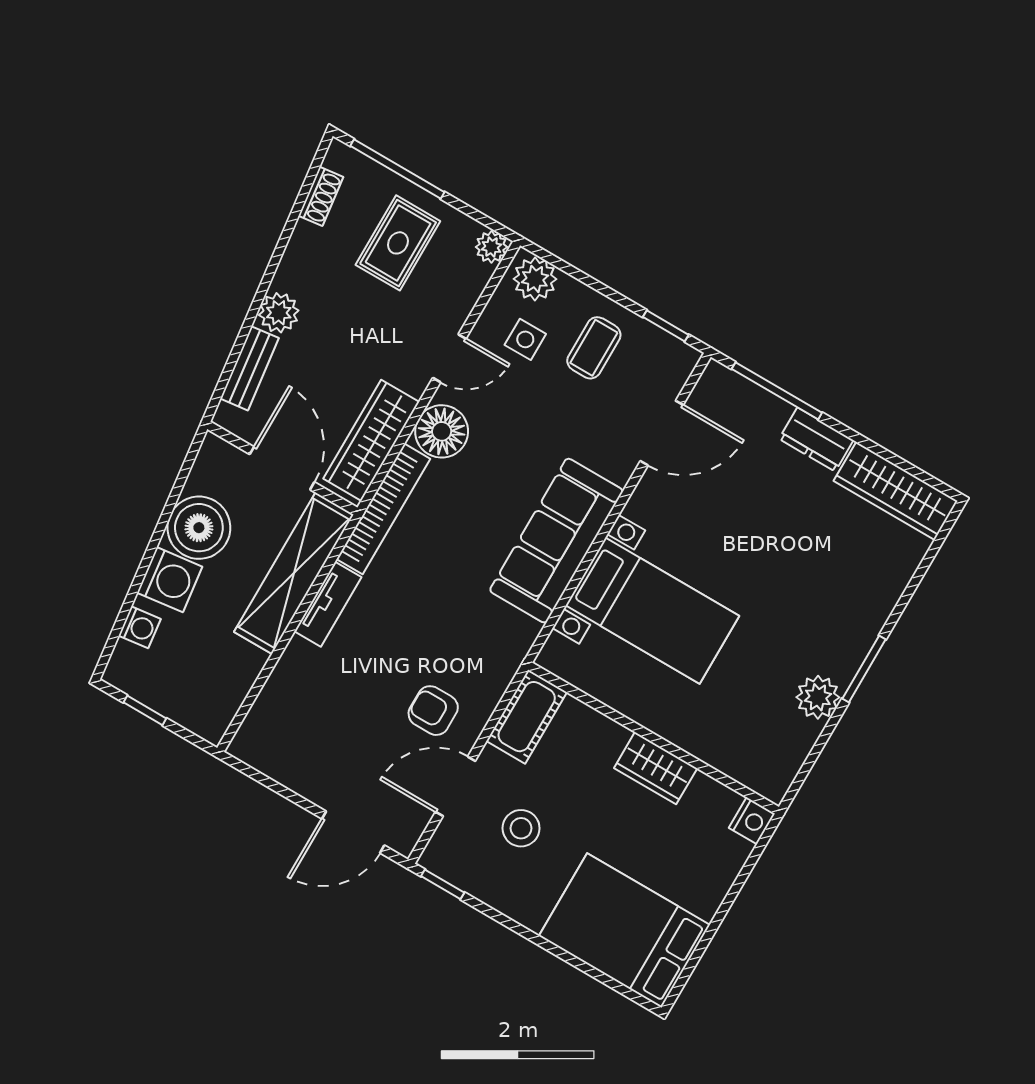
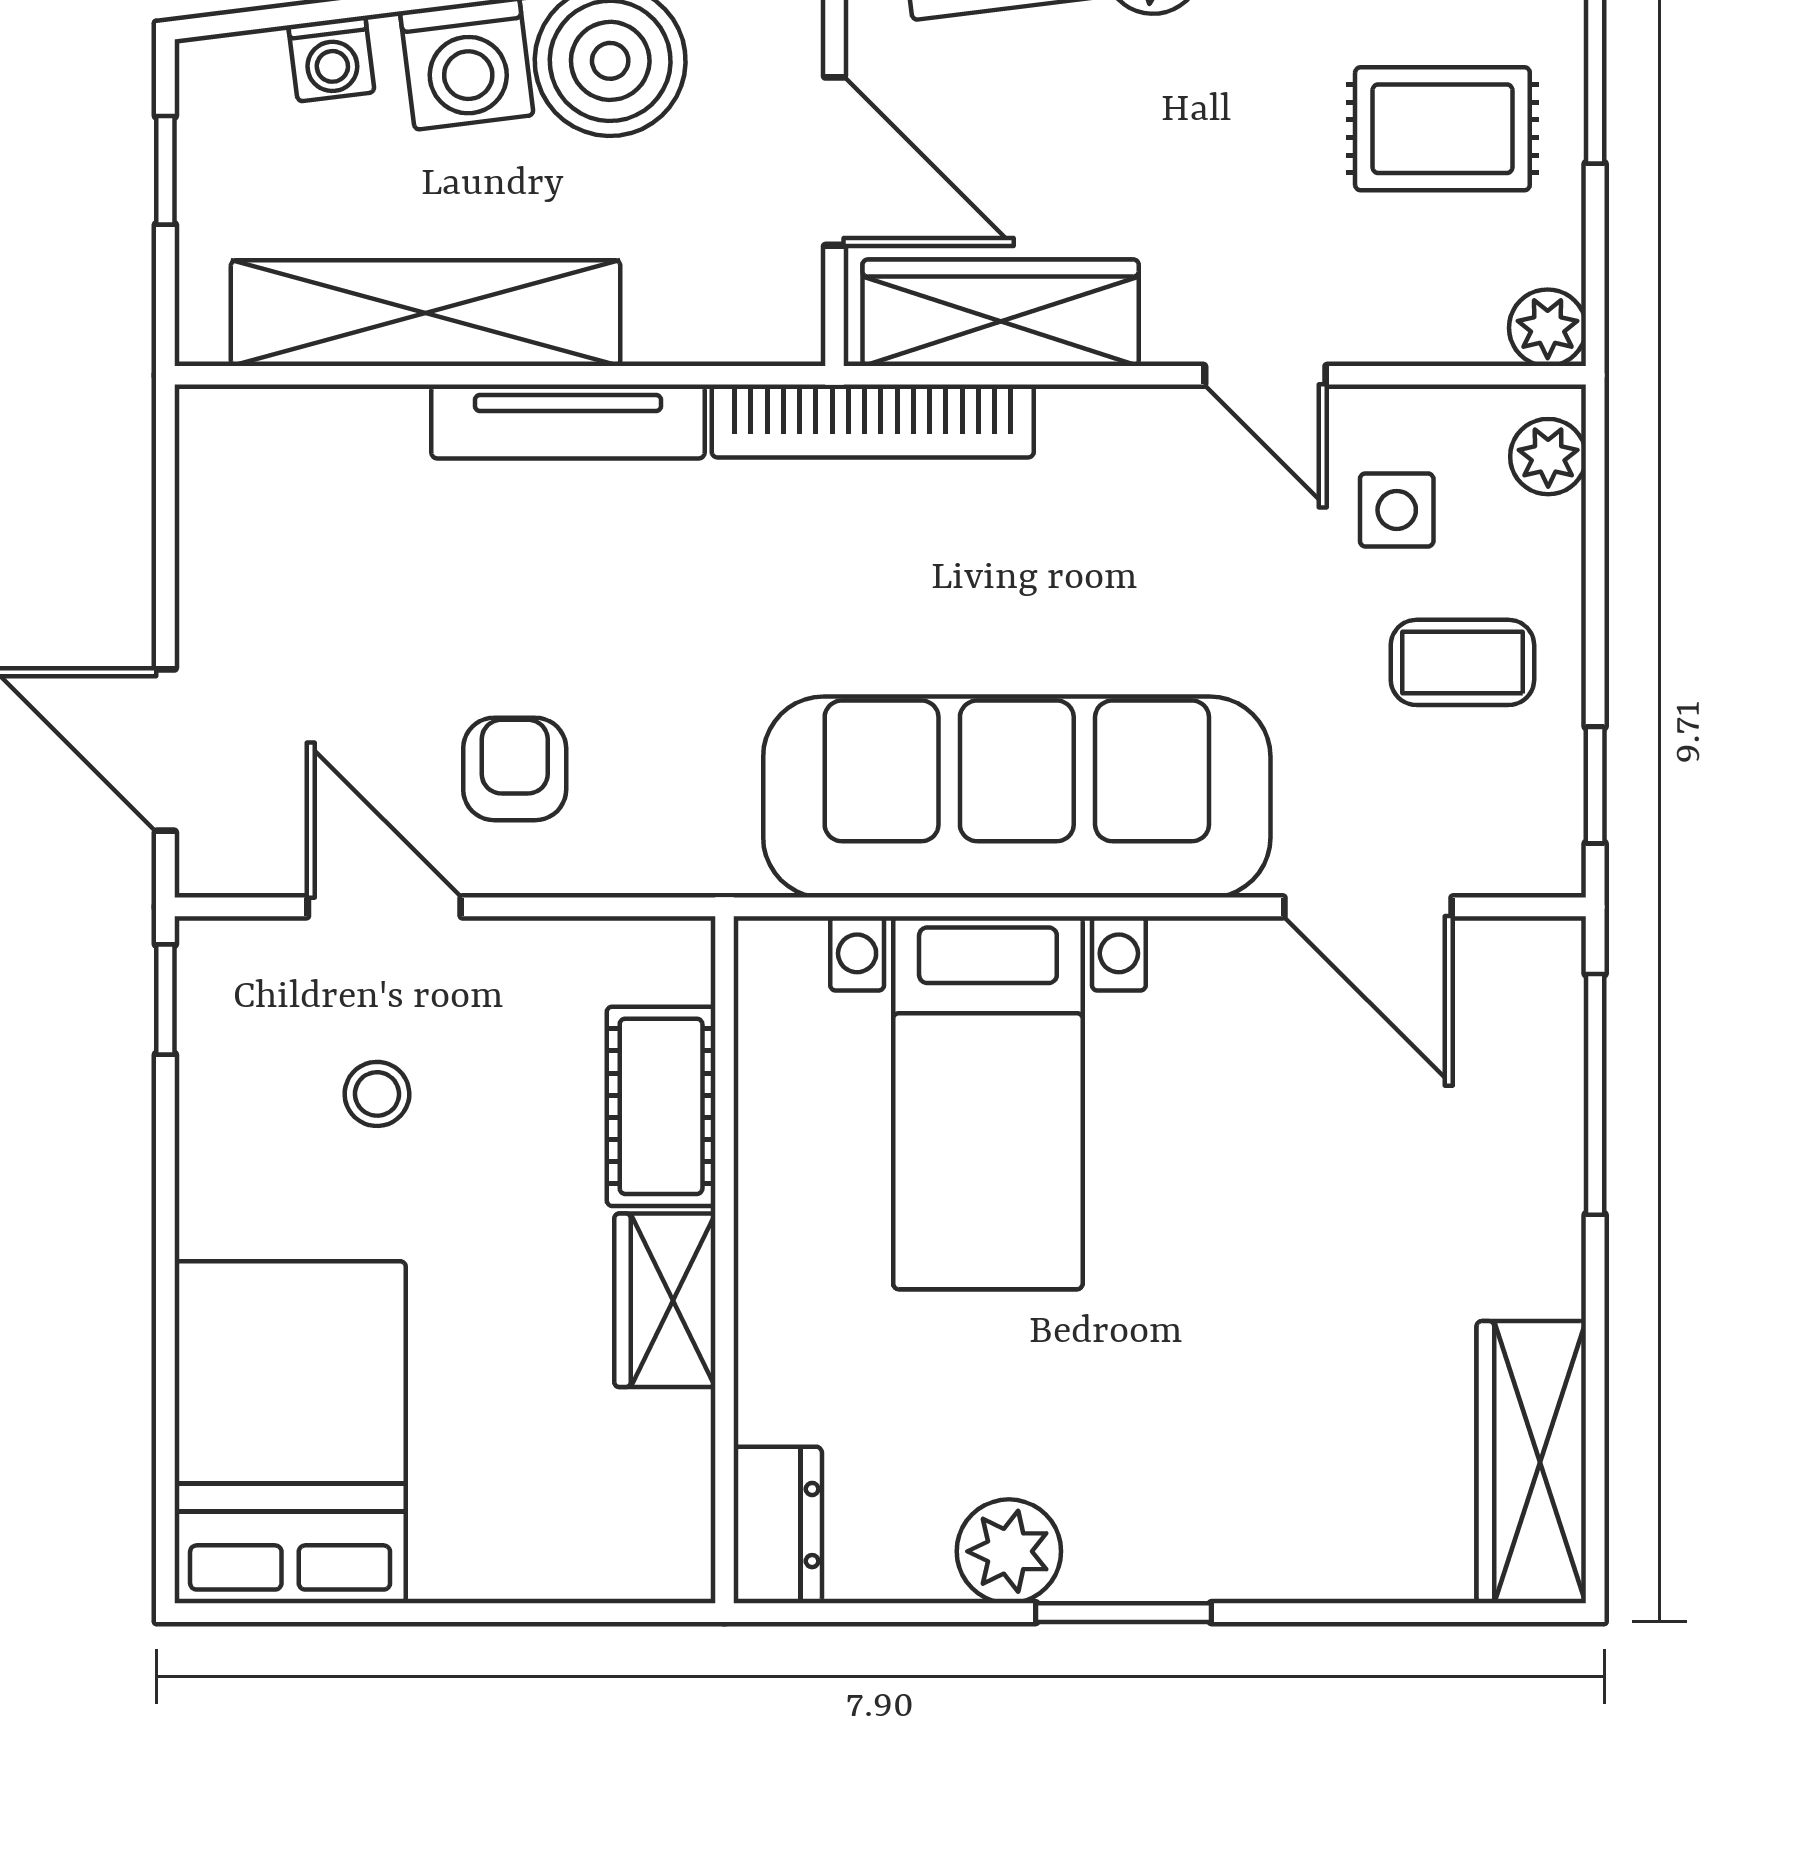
plant: (535, 279) -> (1548, 457), width x0.73, depth x0.73
floor lamp: (442, 431) -> (1104, 448), removed
dresser: (816, 439) -> (778, 1525), moved, turned 180
door: (282, 468) -> (834, 161), hinge flipped
sofa: (556, 541) -> (1017, 797), width x1.36, depth x1.27
shelving: (294, 573) -> (426, 313), moved
tv unit: (328, 604) -> (568, 422), width x1.41
cot: (527, 717) -> (661, 1106), moved, turned 90
nightstand: (752, 821) -> (672, 1564), removed
stool: (521, 828) -> (377, 1094), width x0.73, depth x0.73

